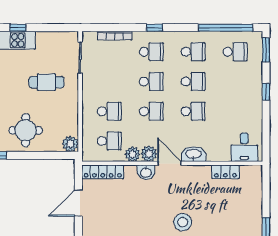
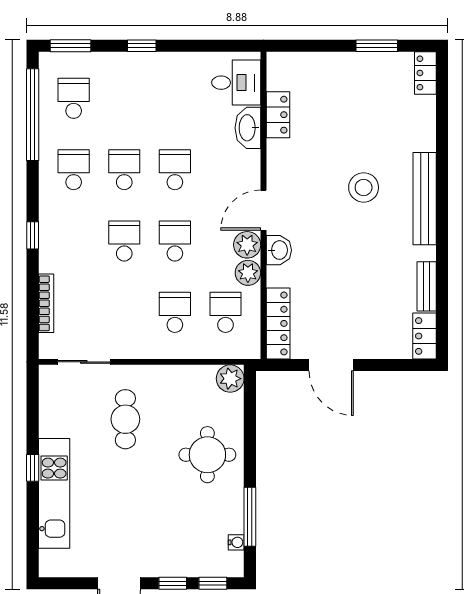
school desk: (151, 52) -> (74, 241), removed
washbasin: (193, 154) -> (248, 128), moved

